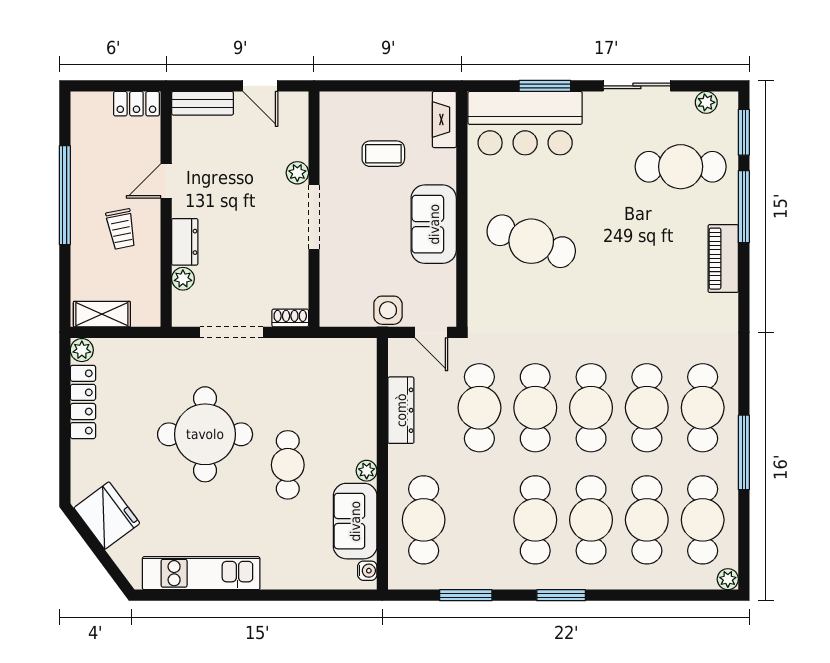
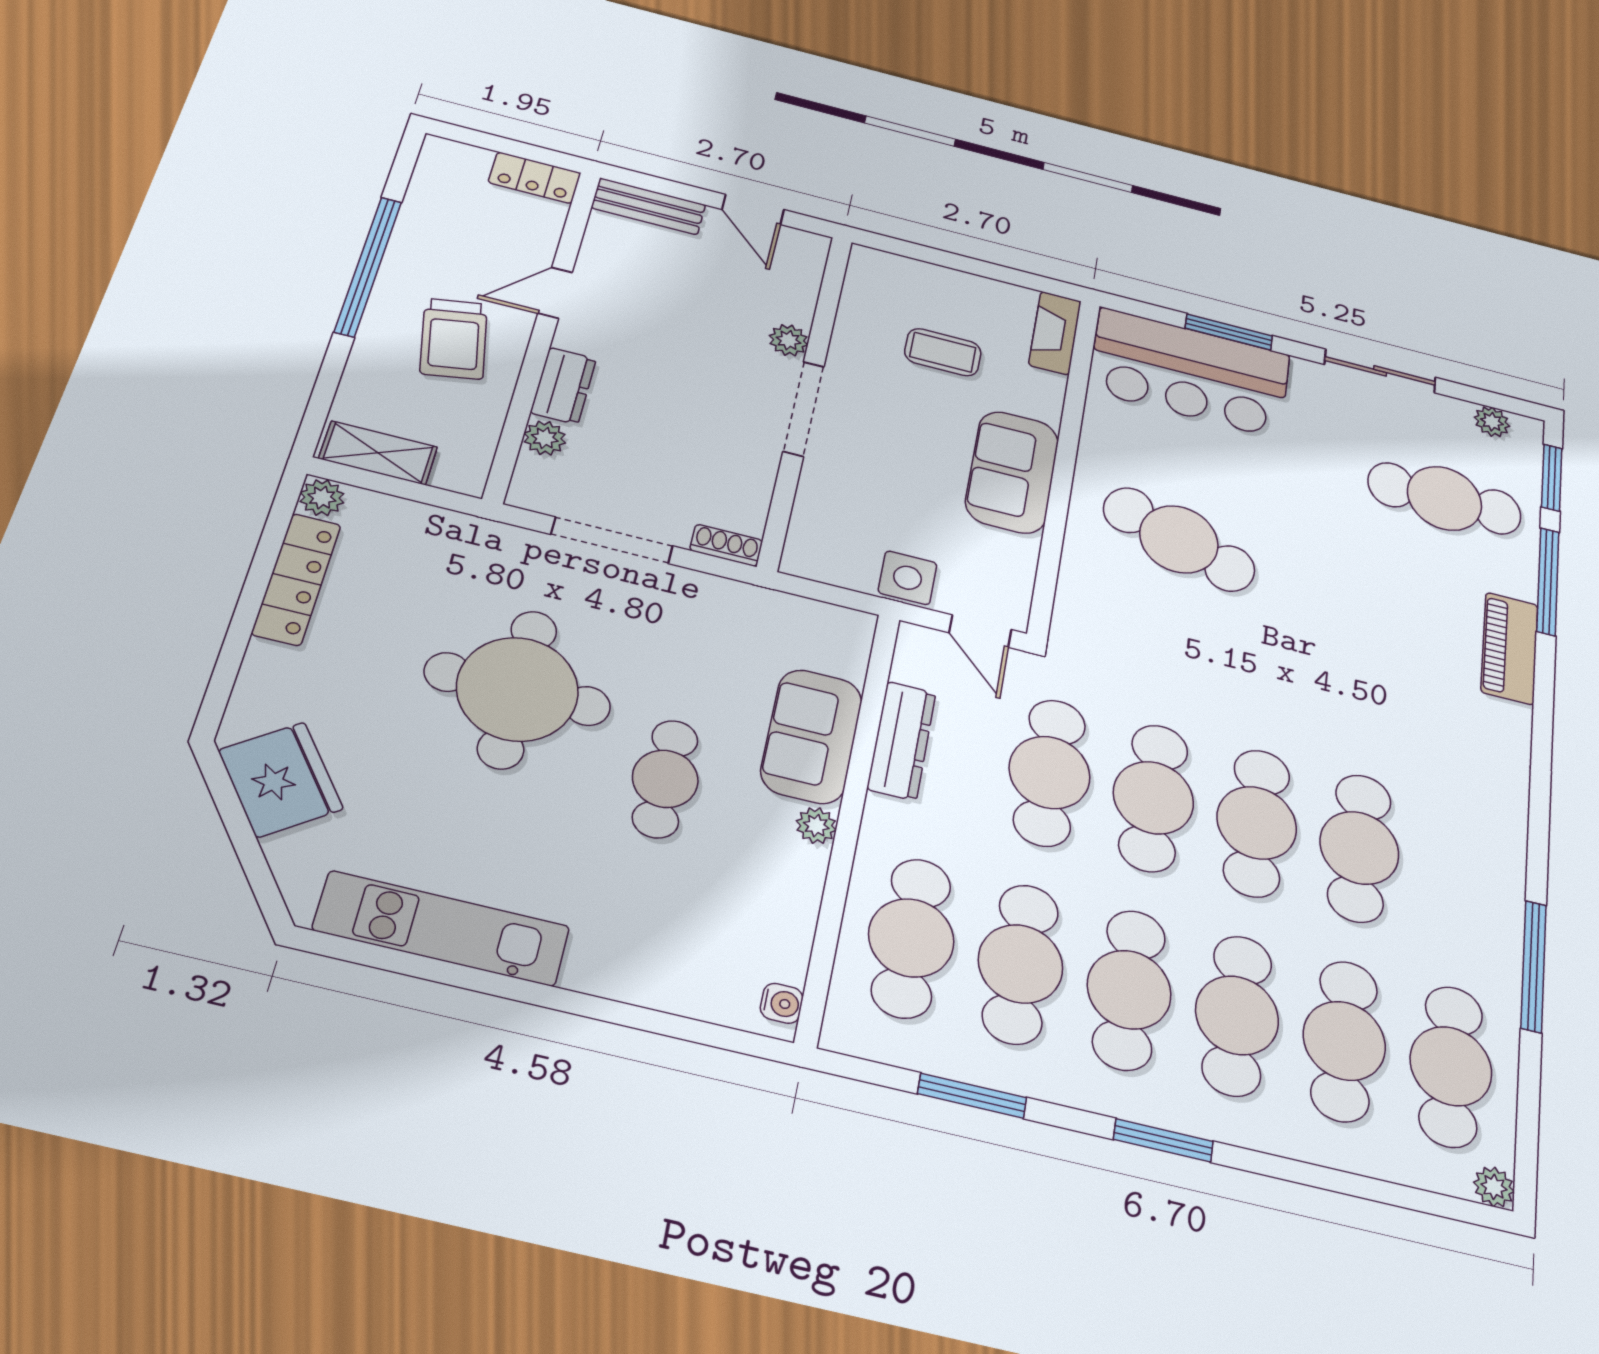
trolley: (121, 229) -> (454, 339), width x1.36, depth x1.39
cafe table: (703, 408) -> (1021, 964), moved
sofa: (355, 521) -> (812, 736), moved

